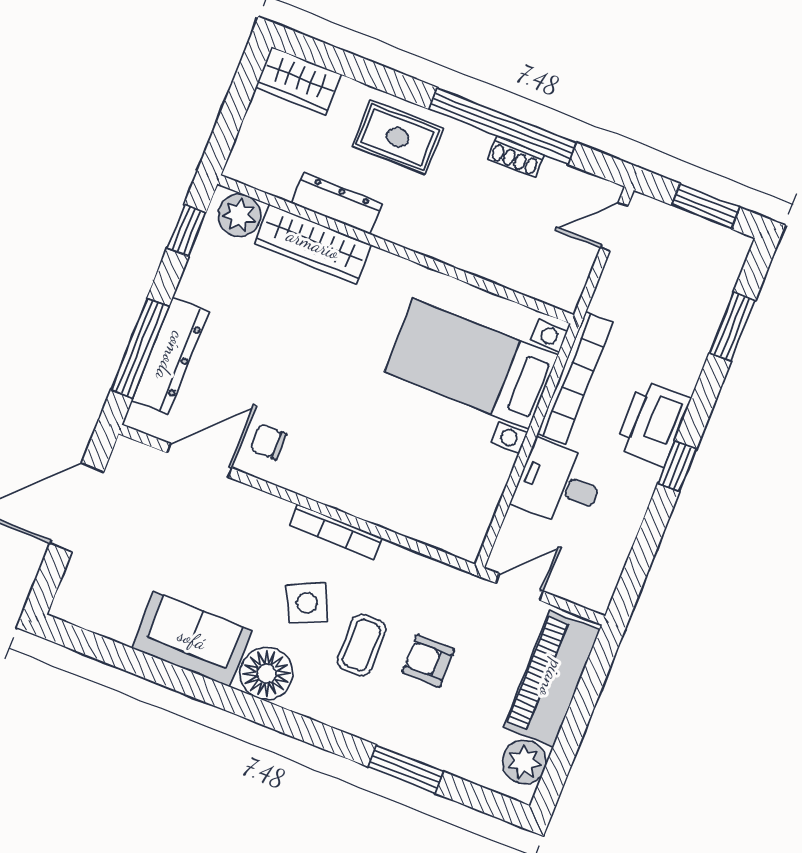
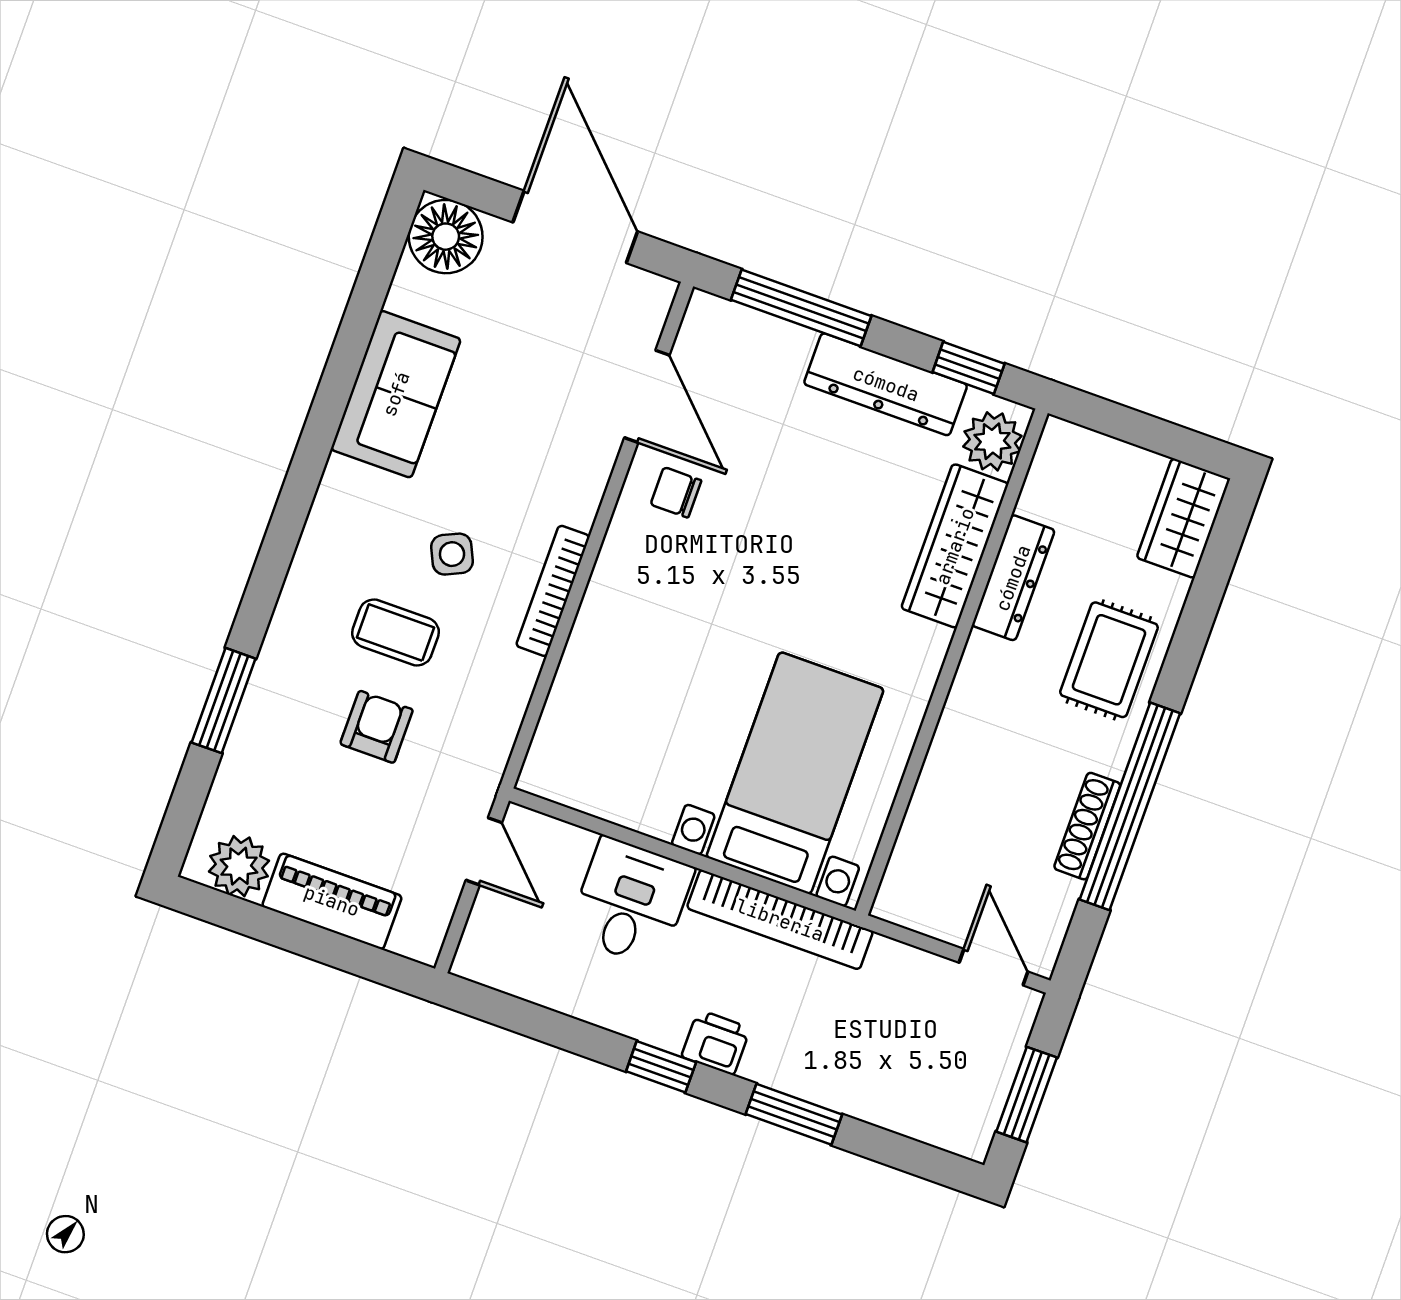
shoe rack: (516, 157) -> (1087, 826), width x1.43
window: (732, 327) -> (794, 1114), moved
dresser: (170, 356) -> (886, 384), moved
printer: (653, 423) -> (716, 1042), width x0.53, depth x0.68
chair: (268, 442) -> (676, 492), turned -90
side table: (307, 603) -> (452, 554), width x0.73, depth x0.73
floor lamp: (266, 674) -> (446, 237), moved
piano: (551, 679) -> (332, 901), width x0.73, depth x0.75

